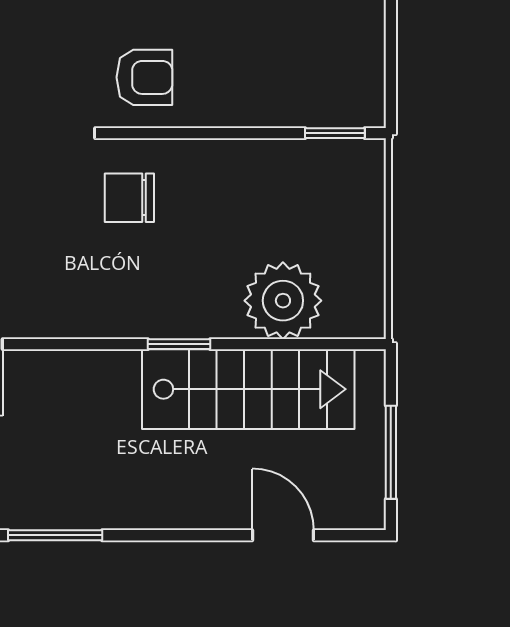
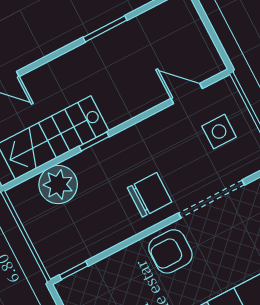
armchair: (144, 77) -> (170, 251), width x1.38, depth x1.38
chair: (129, 198) -> (150, 195), width x1.37, depth x1.37

